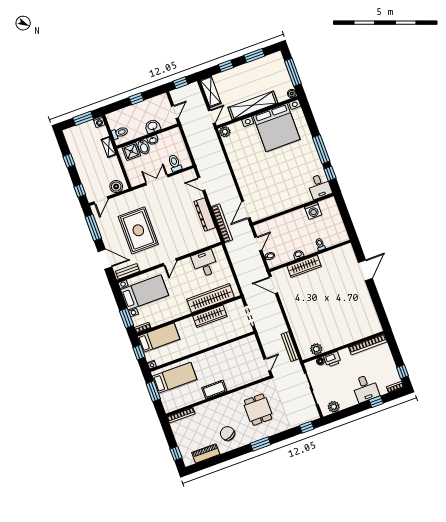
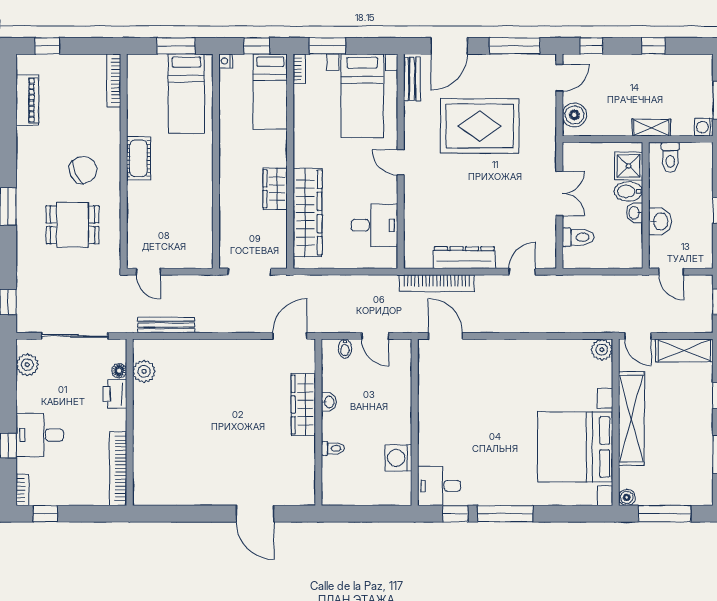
door: (101, 200) -> (559, 78), swing flipped
wardrobe: (210, 316) -> (275, 189), width x0.67
chair: (227, 434) -> (83, 170), moved

